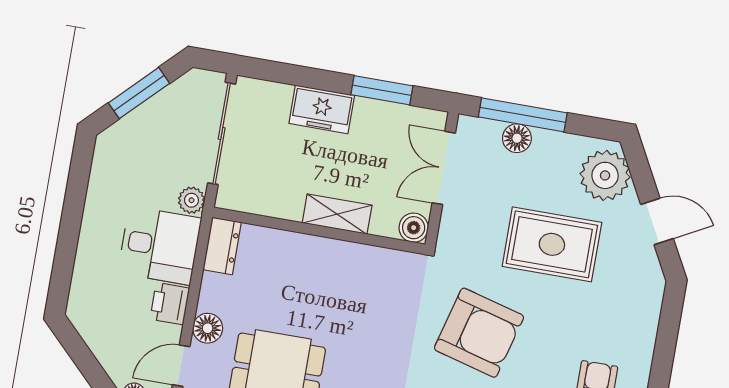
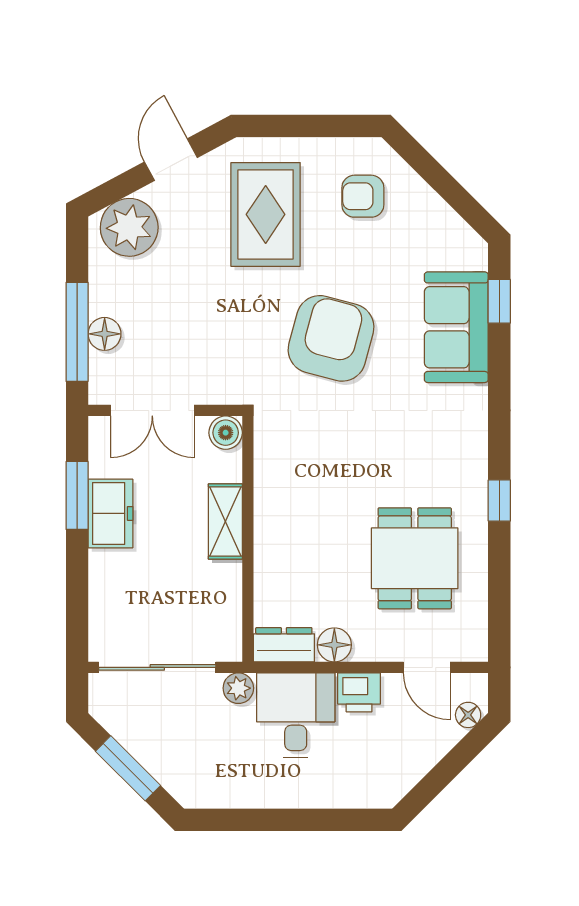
freezer: (322, 109) -> (110, 513), moved
rug: (552, 244) -> (266, 214), moved
floor lamp: (208, 328) -> (334, 645), moved

